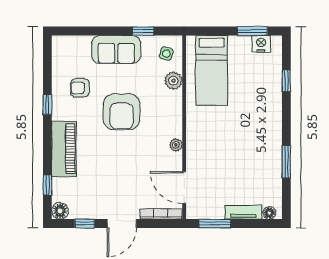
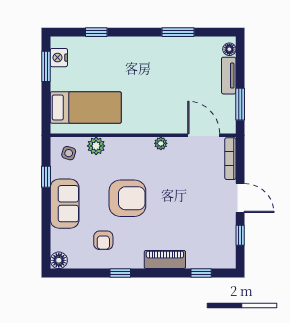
piano: (64, 149) -> (165, 259), width x0.73, depth x0.75
door: (184, 187) -> (204, 135), swing flipped
floor lamp: (60, 211) -> (59, 260), moved

